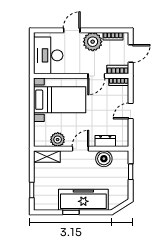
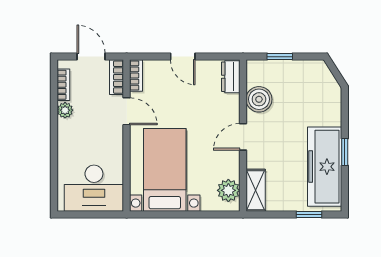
door: (72, 30) -> (54, 151), removed
plant: (93, 42) -> (65, 110), width x0.53, depth x0.53
plant: (58, 140) -> (228, 190), moved
dresser: (105, 141) -> (231, 77), moved
door: (80, 149) -> (243, 137), hinge flipped
freezer: (83, 200) -> (325, 167), moved

